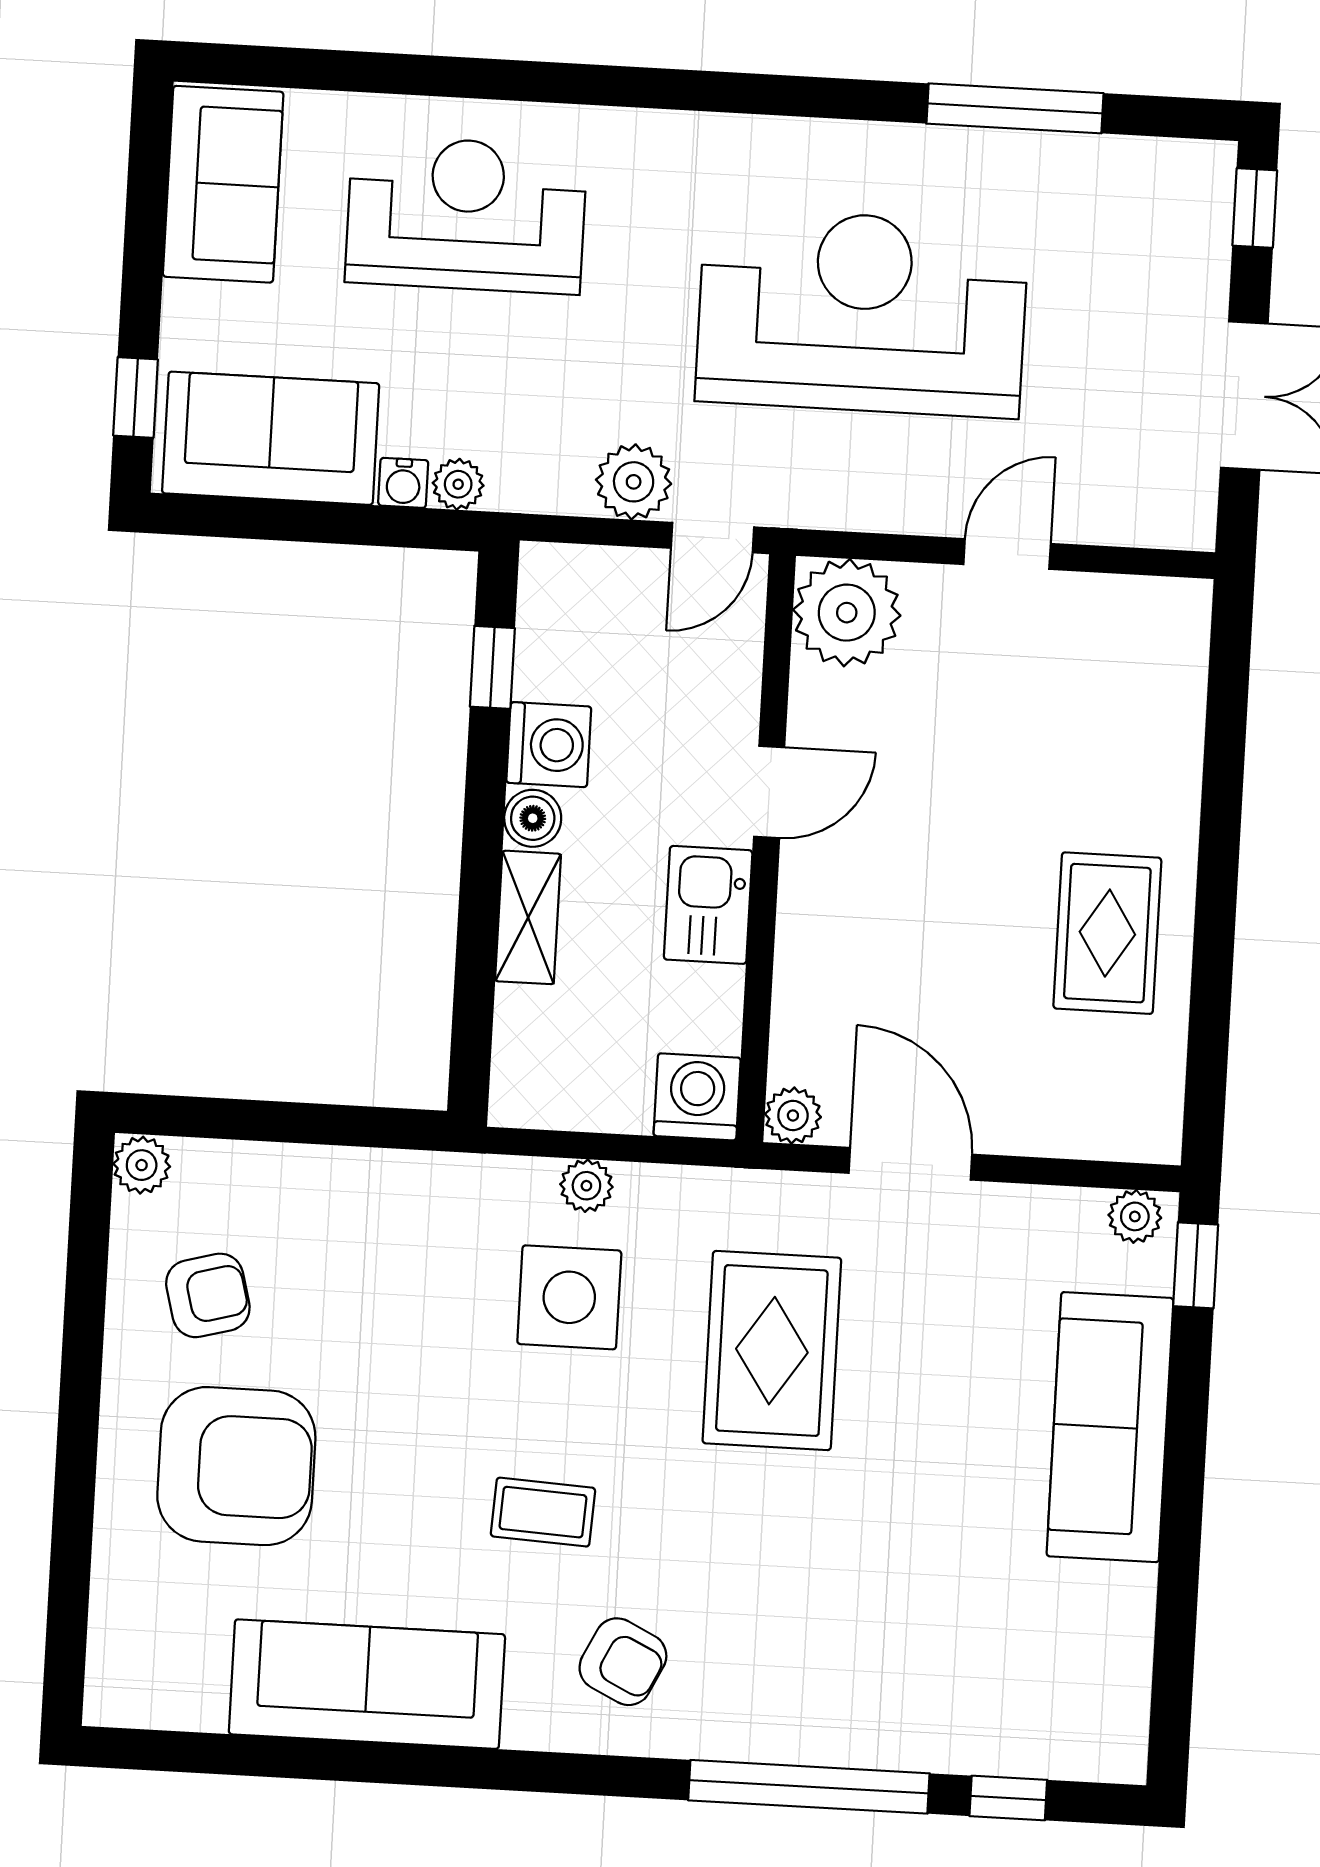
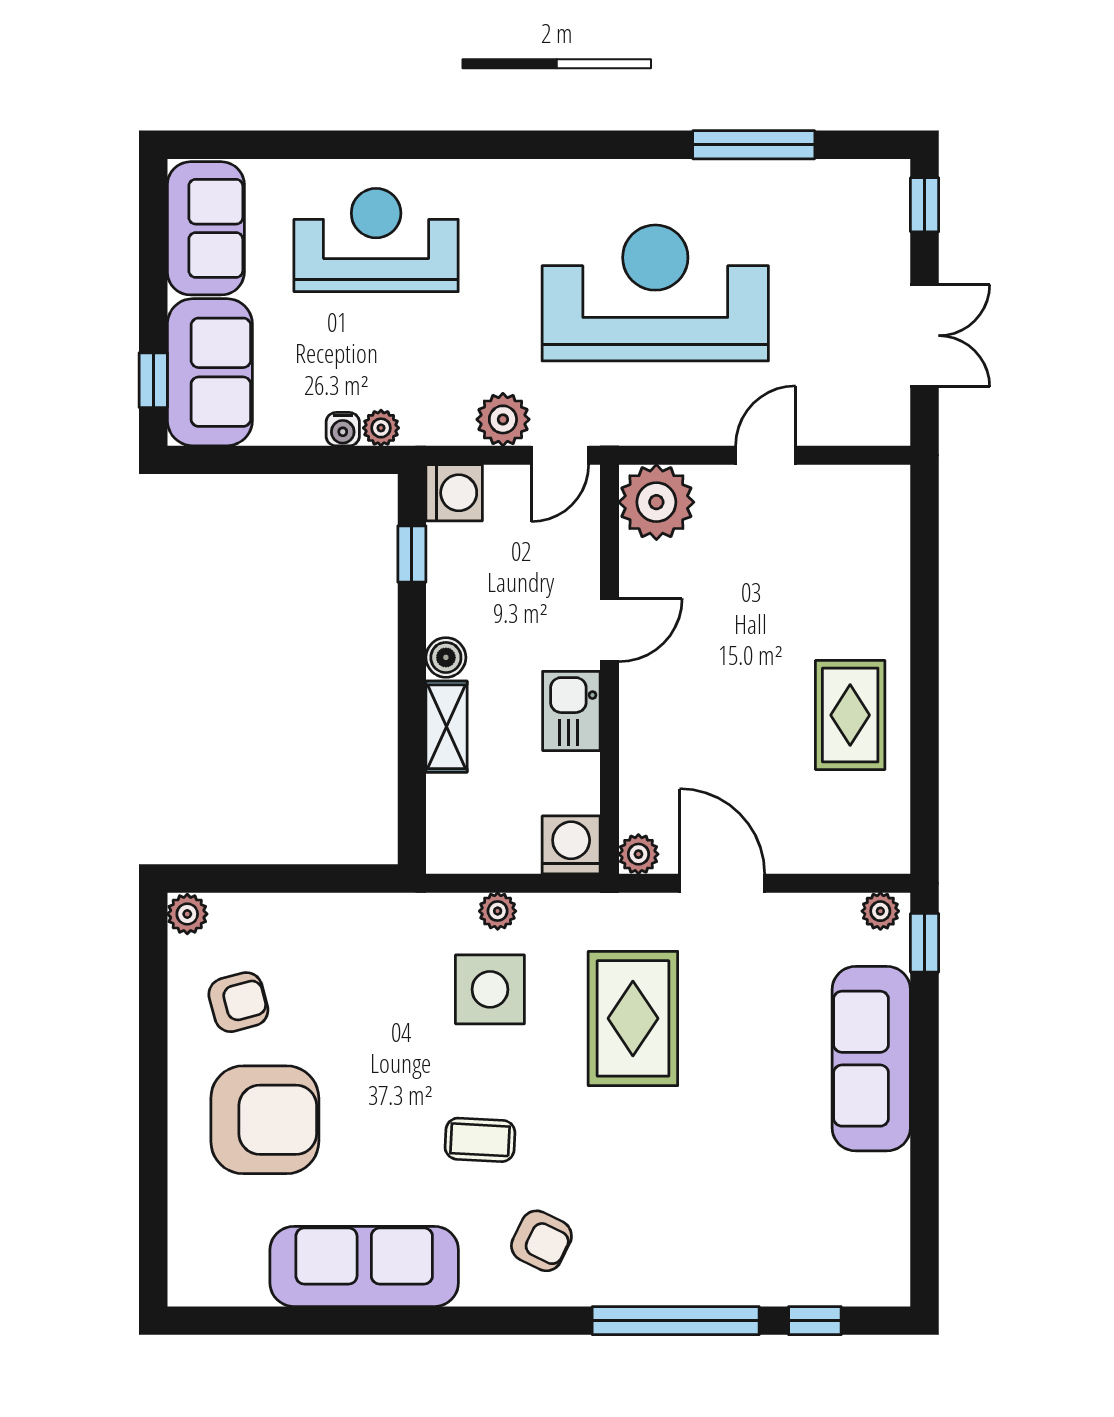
sofa: (271, 438) -> (210, 372), moved, turned 90
washing machine: (549, 745) -> (454, 493), moved

